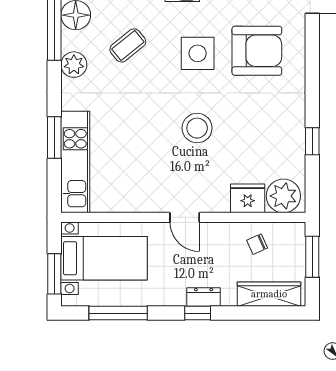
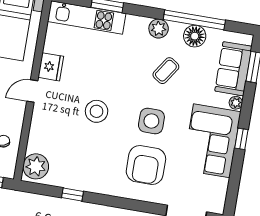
coffee table: (128, 45) -> (166, 71), turned 73
fridge: (248, 198) -> (51, 67), moved

